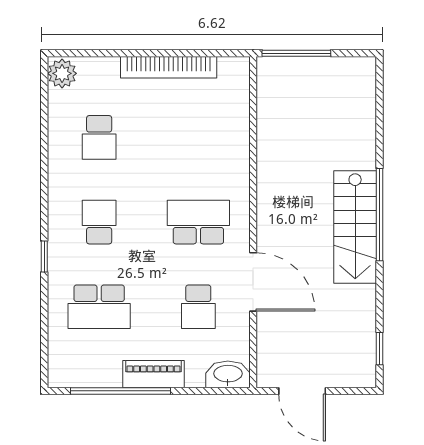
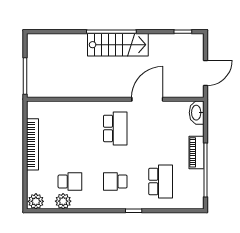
plant: (62, 125) -> (63, 201), added
school desk: (198, 222) -> (115, 128), turned 180
school desk: (198, 307) -> (161, 128), removed

